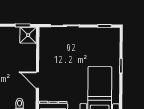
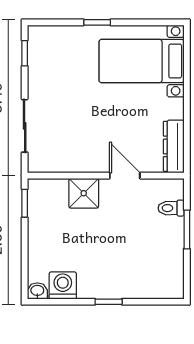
shower: (28, 35) -> (84, 193), moved
door: (37, 80) -> (125, 176), swing flipped

